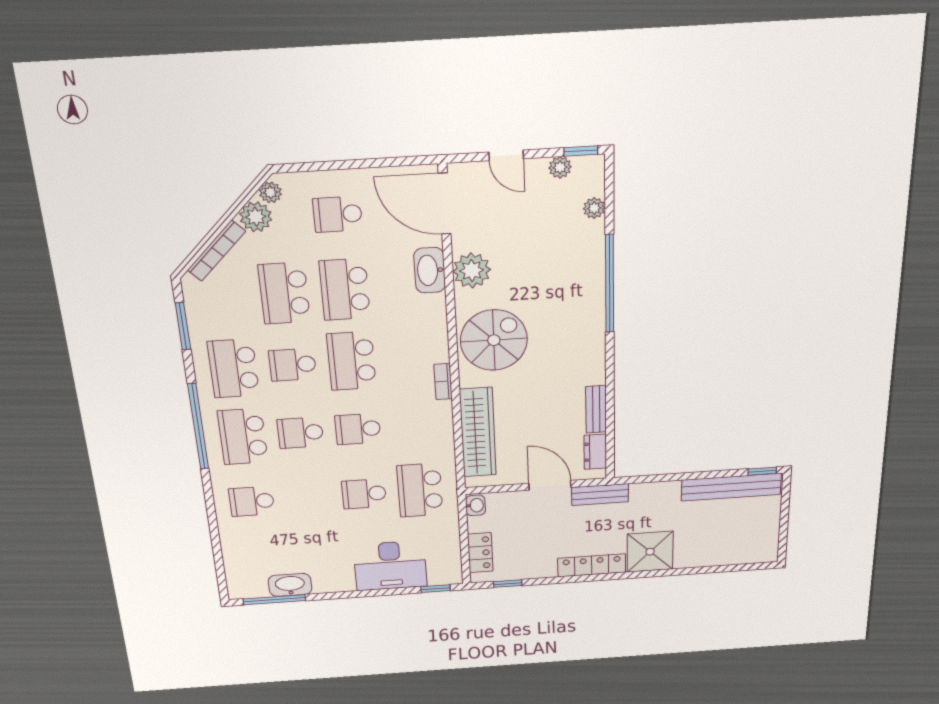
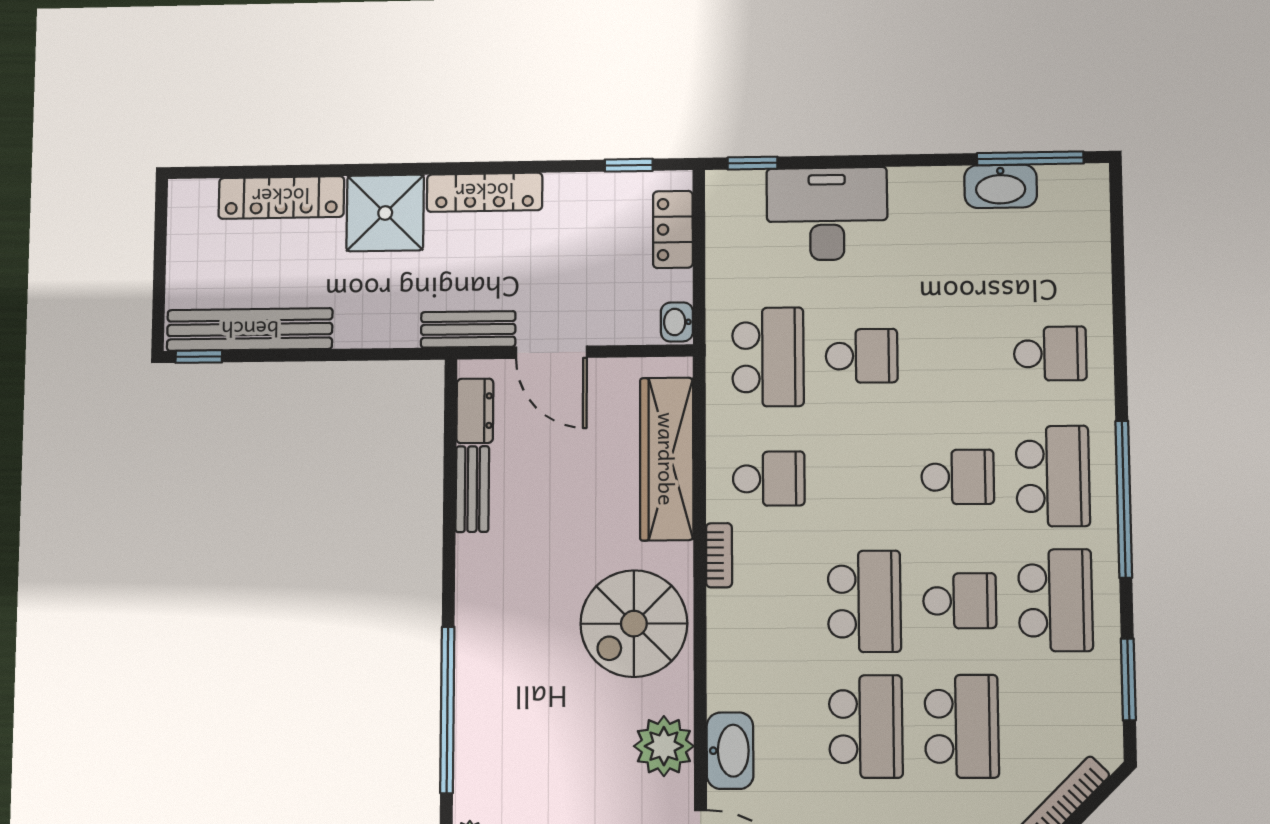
school desk: (358, 429) -> (769, 479), moved
locker: (711, 556) -> (281, 197), added

